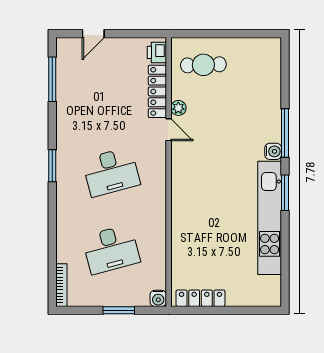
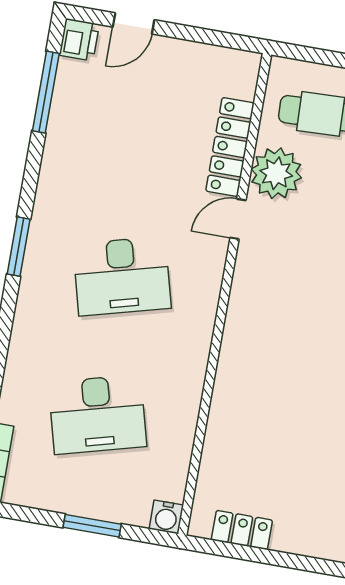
printer: (157, 52) -> (79, 40), moved, turned 180
plant: (178, 108) -> (276, 173), width x1.88, depth x1.88
door: (169, 130) -> (238, 219), swing flipped
locker: (200, 298) -> (242, 530), width x0.66

